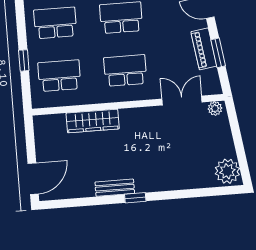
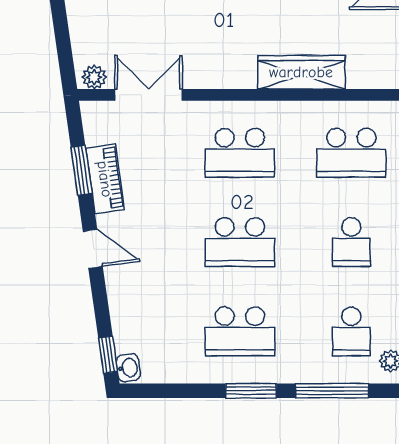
school desk: (55, 23) -> (351, 242), width x0.54
double door: (182, 100) -> (149, 95), swing flipped

